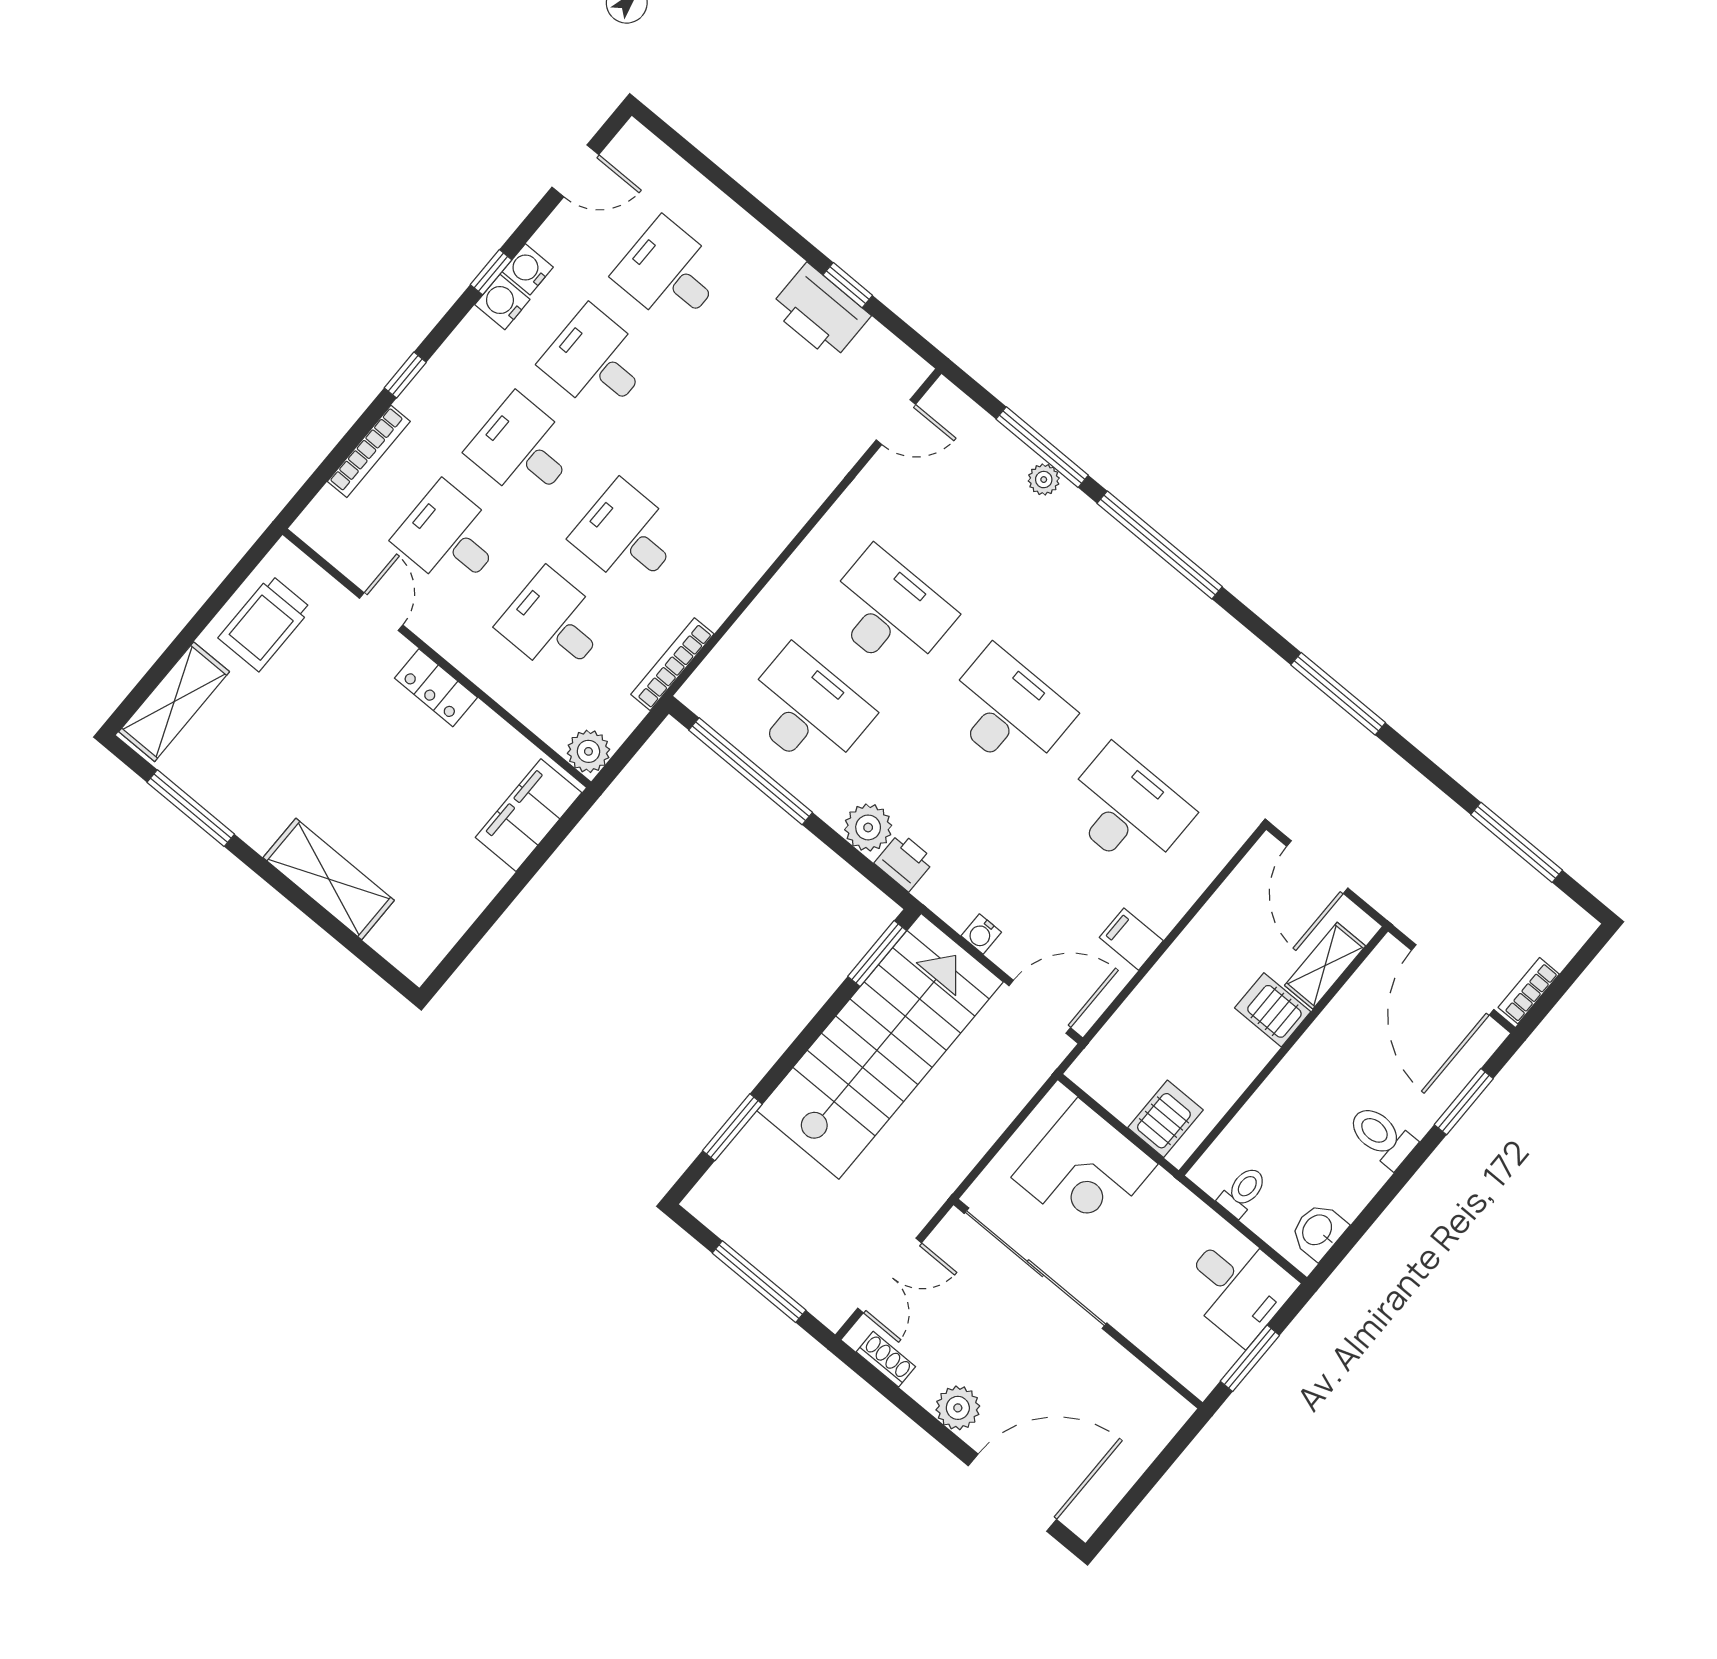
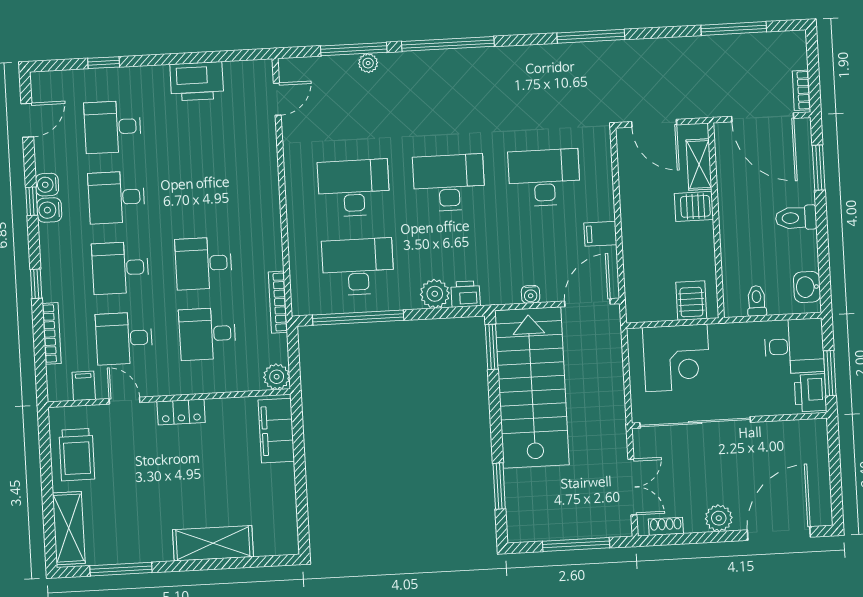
window: (848, 285) -> (104, 63), moved
filing cabinet: (349, 549) -> (84, 386), added
printer: (1205, 1360) -> (810, 393), added

